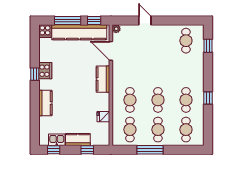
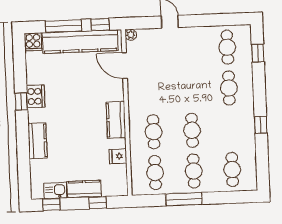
kitchen counter: (103, 79) -> (116, 120), moved
cafe table: (186, 100) -> (229, 88), moved

